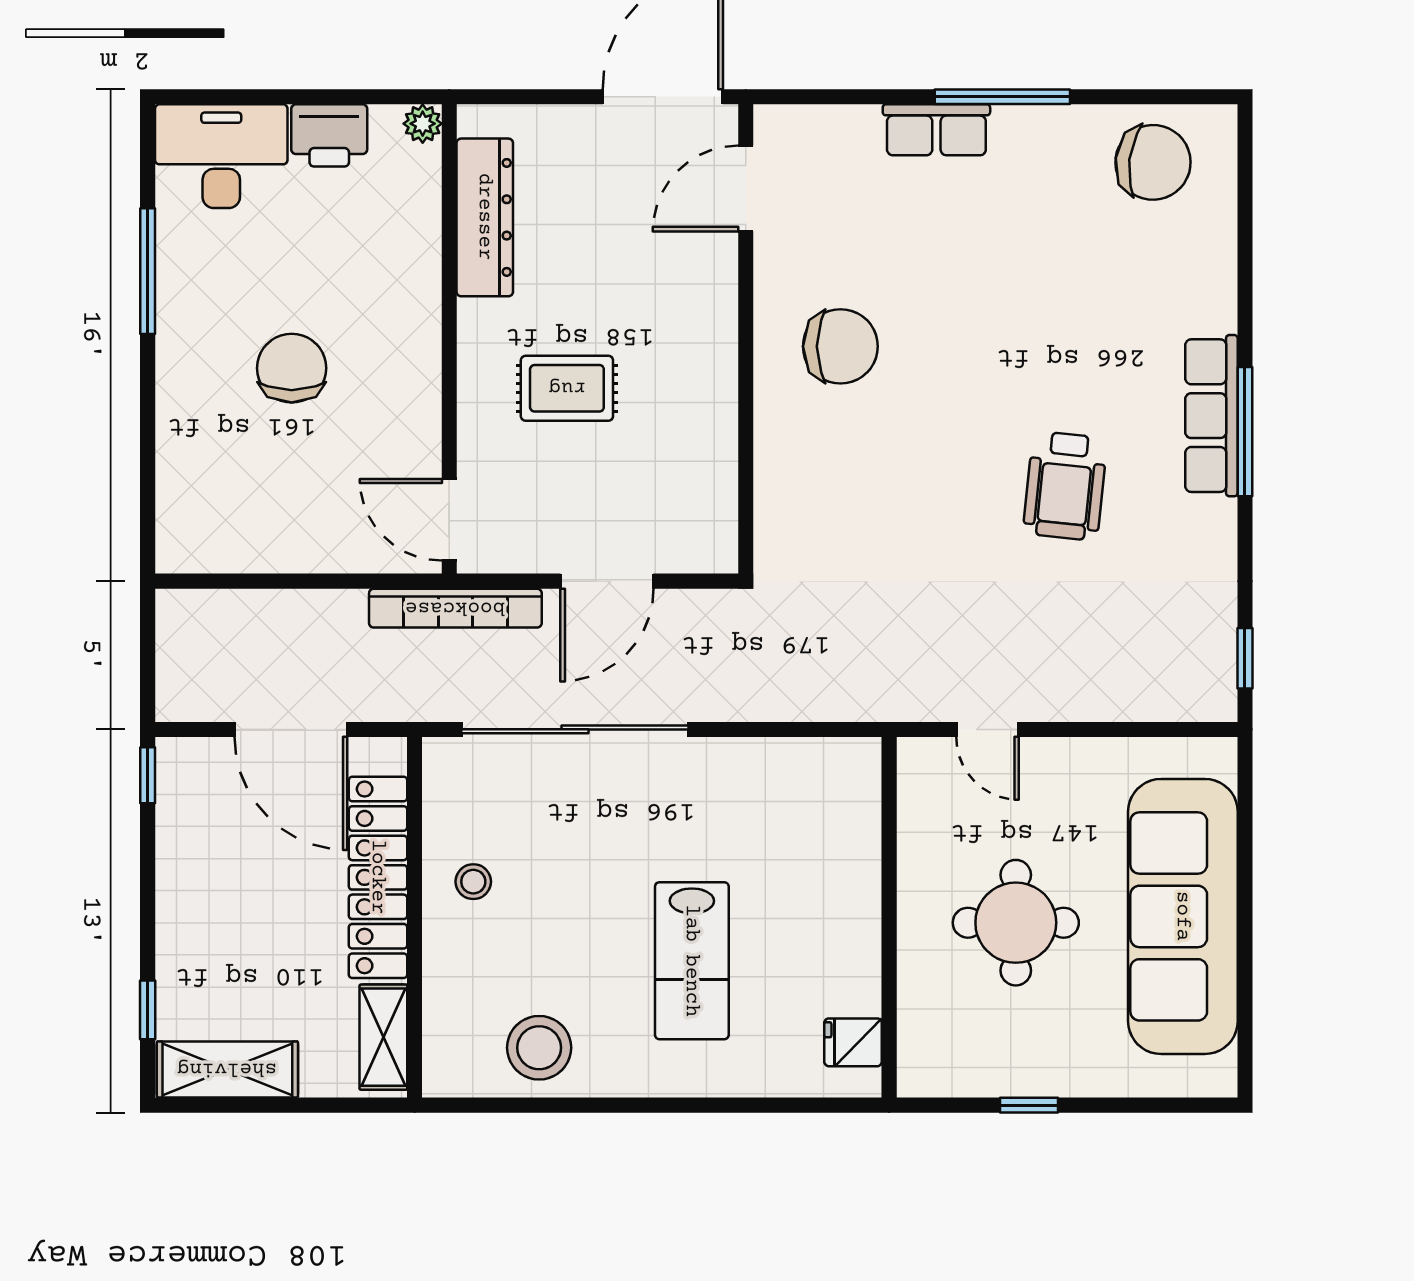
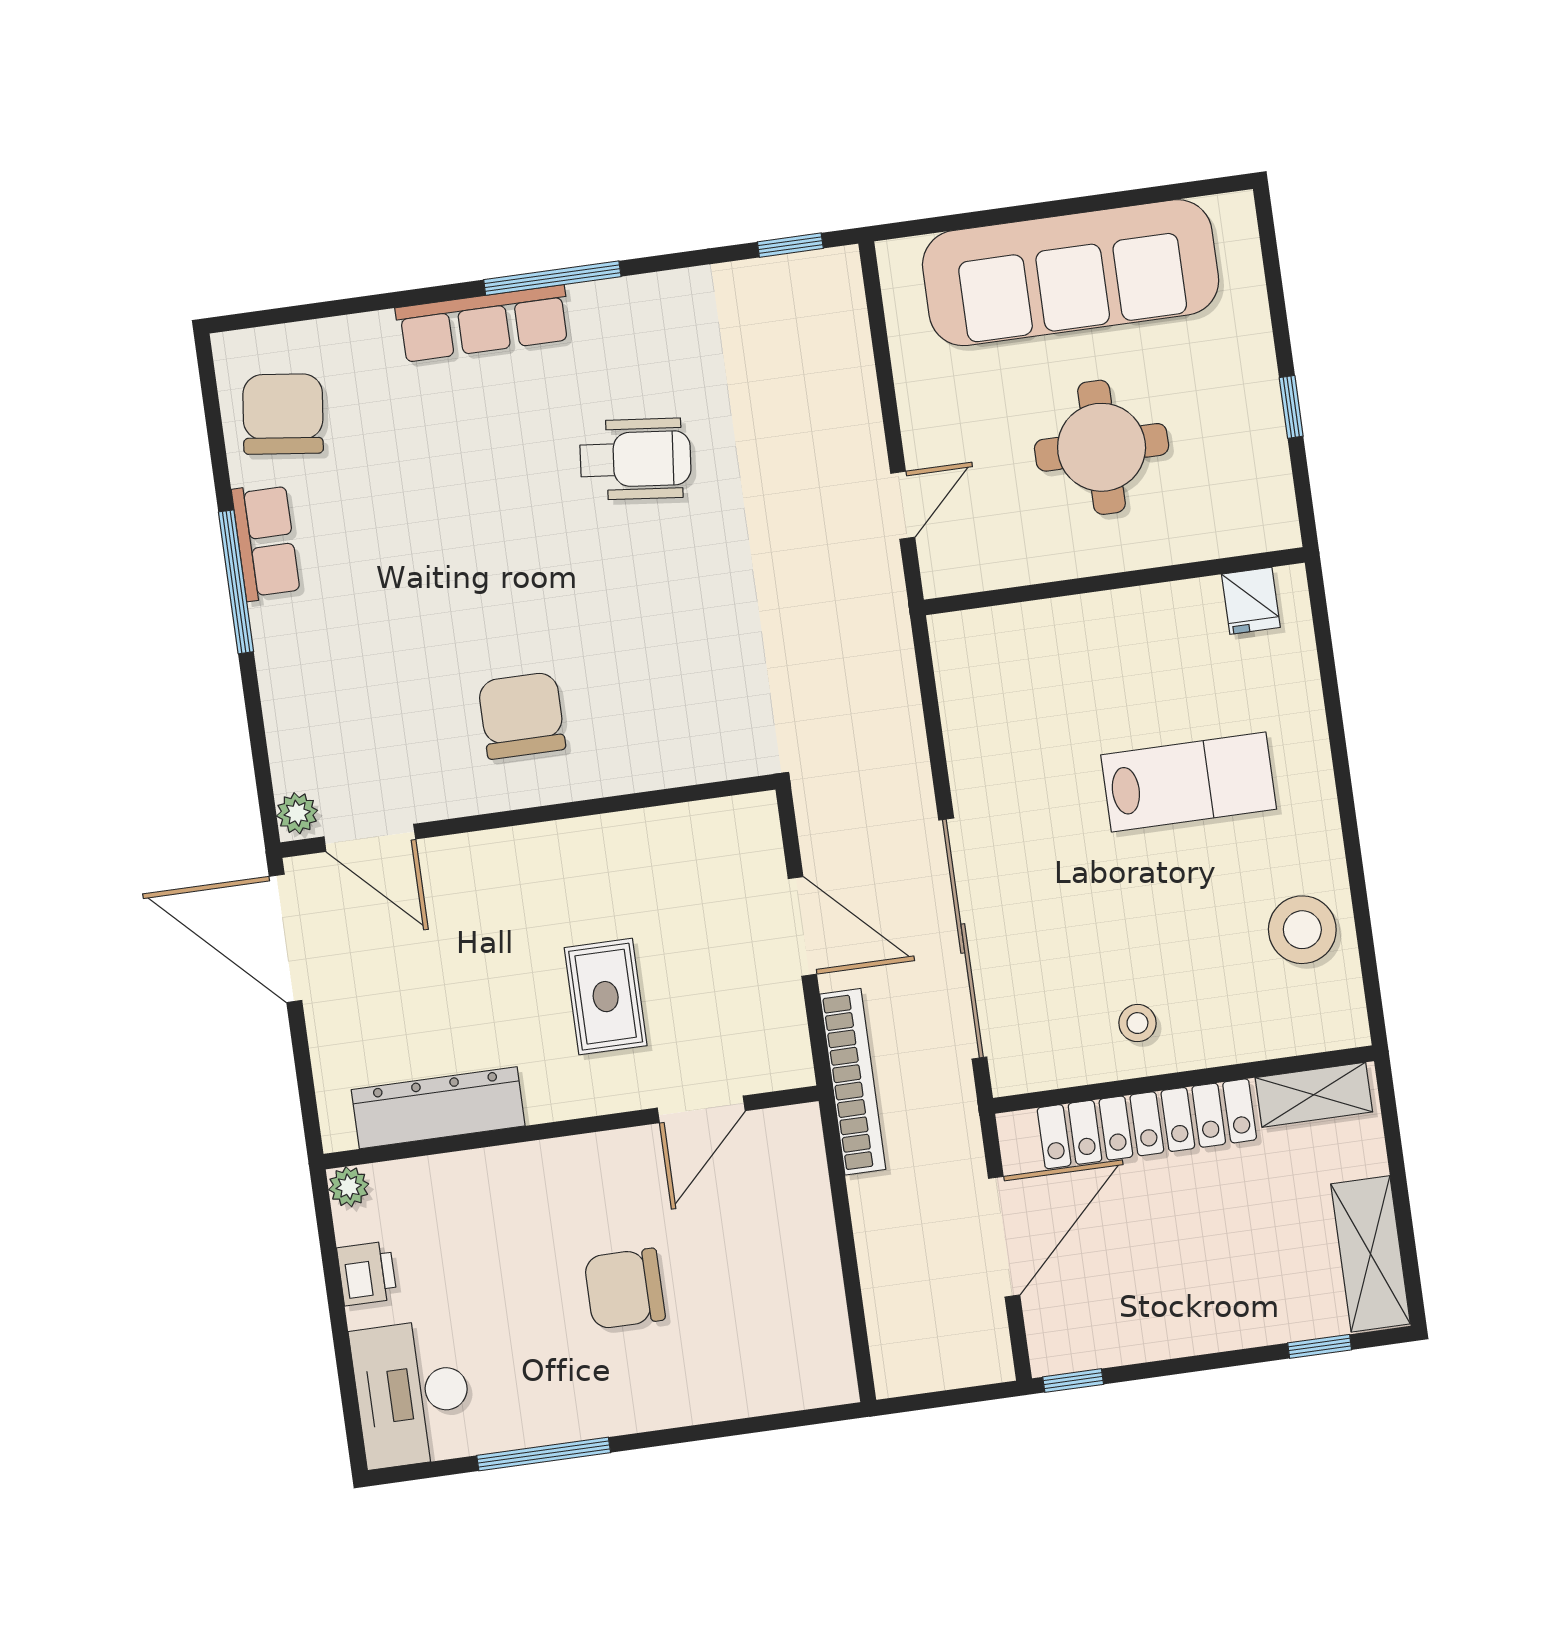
plant: (778, 124) -> (297, 813), added
row of seats: (936, 130) -> (266, 542), moved
printer: (329, 135) -> (367, 1273), width x0.73, depth x0.81
row of seats: (1211, 416) -> (483, 324), moved
door: (449, 520) -> (701, 1109), moved

